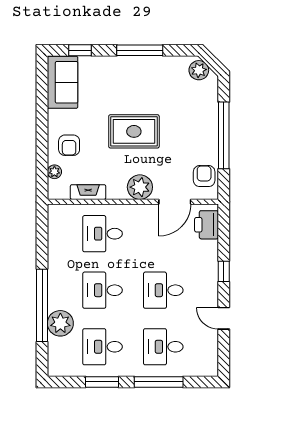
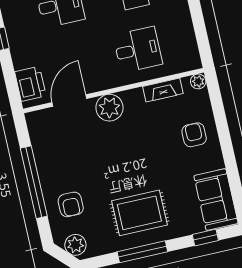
rug: (134, 131) -> (139, 213), moved
plant: (54, 172) -> (198, 81), moved
armchair: (204, 176) -> (71, 204), moved

